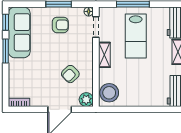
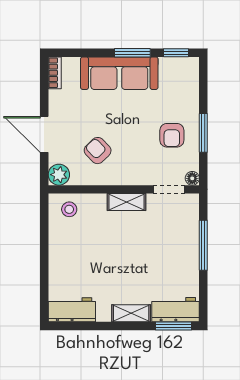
sofa: (19, 32) -> (119, 73), moved
lab bench: (136, 36) -> (155, 250), removed
stool: (109, 93) -> (69, 209), width x0.53, depth x0.53

